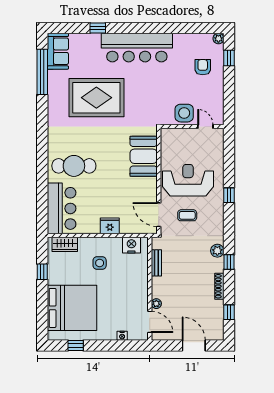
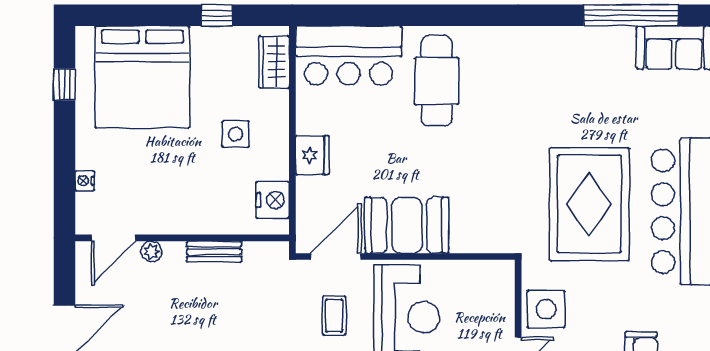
rug: (96, 98) -> (589, 204), moved
booth: (144, 156) -> (407, 225), moved
bench: (156, 263) -> (214, 252), moved

